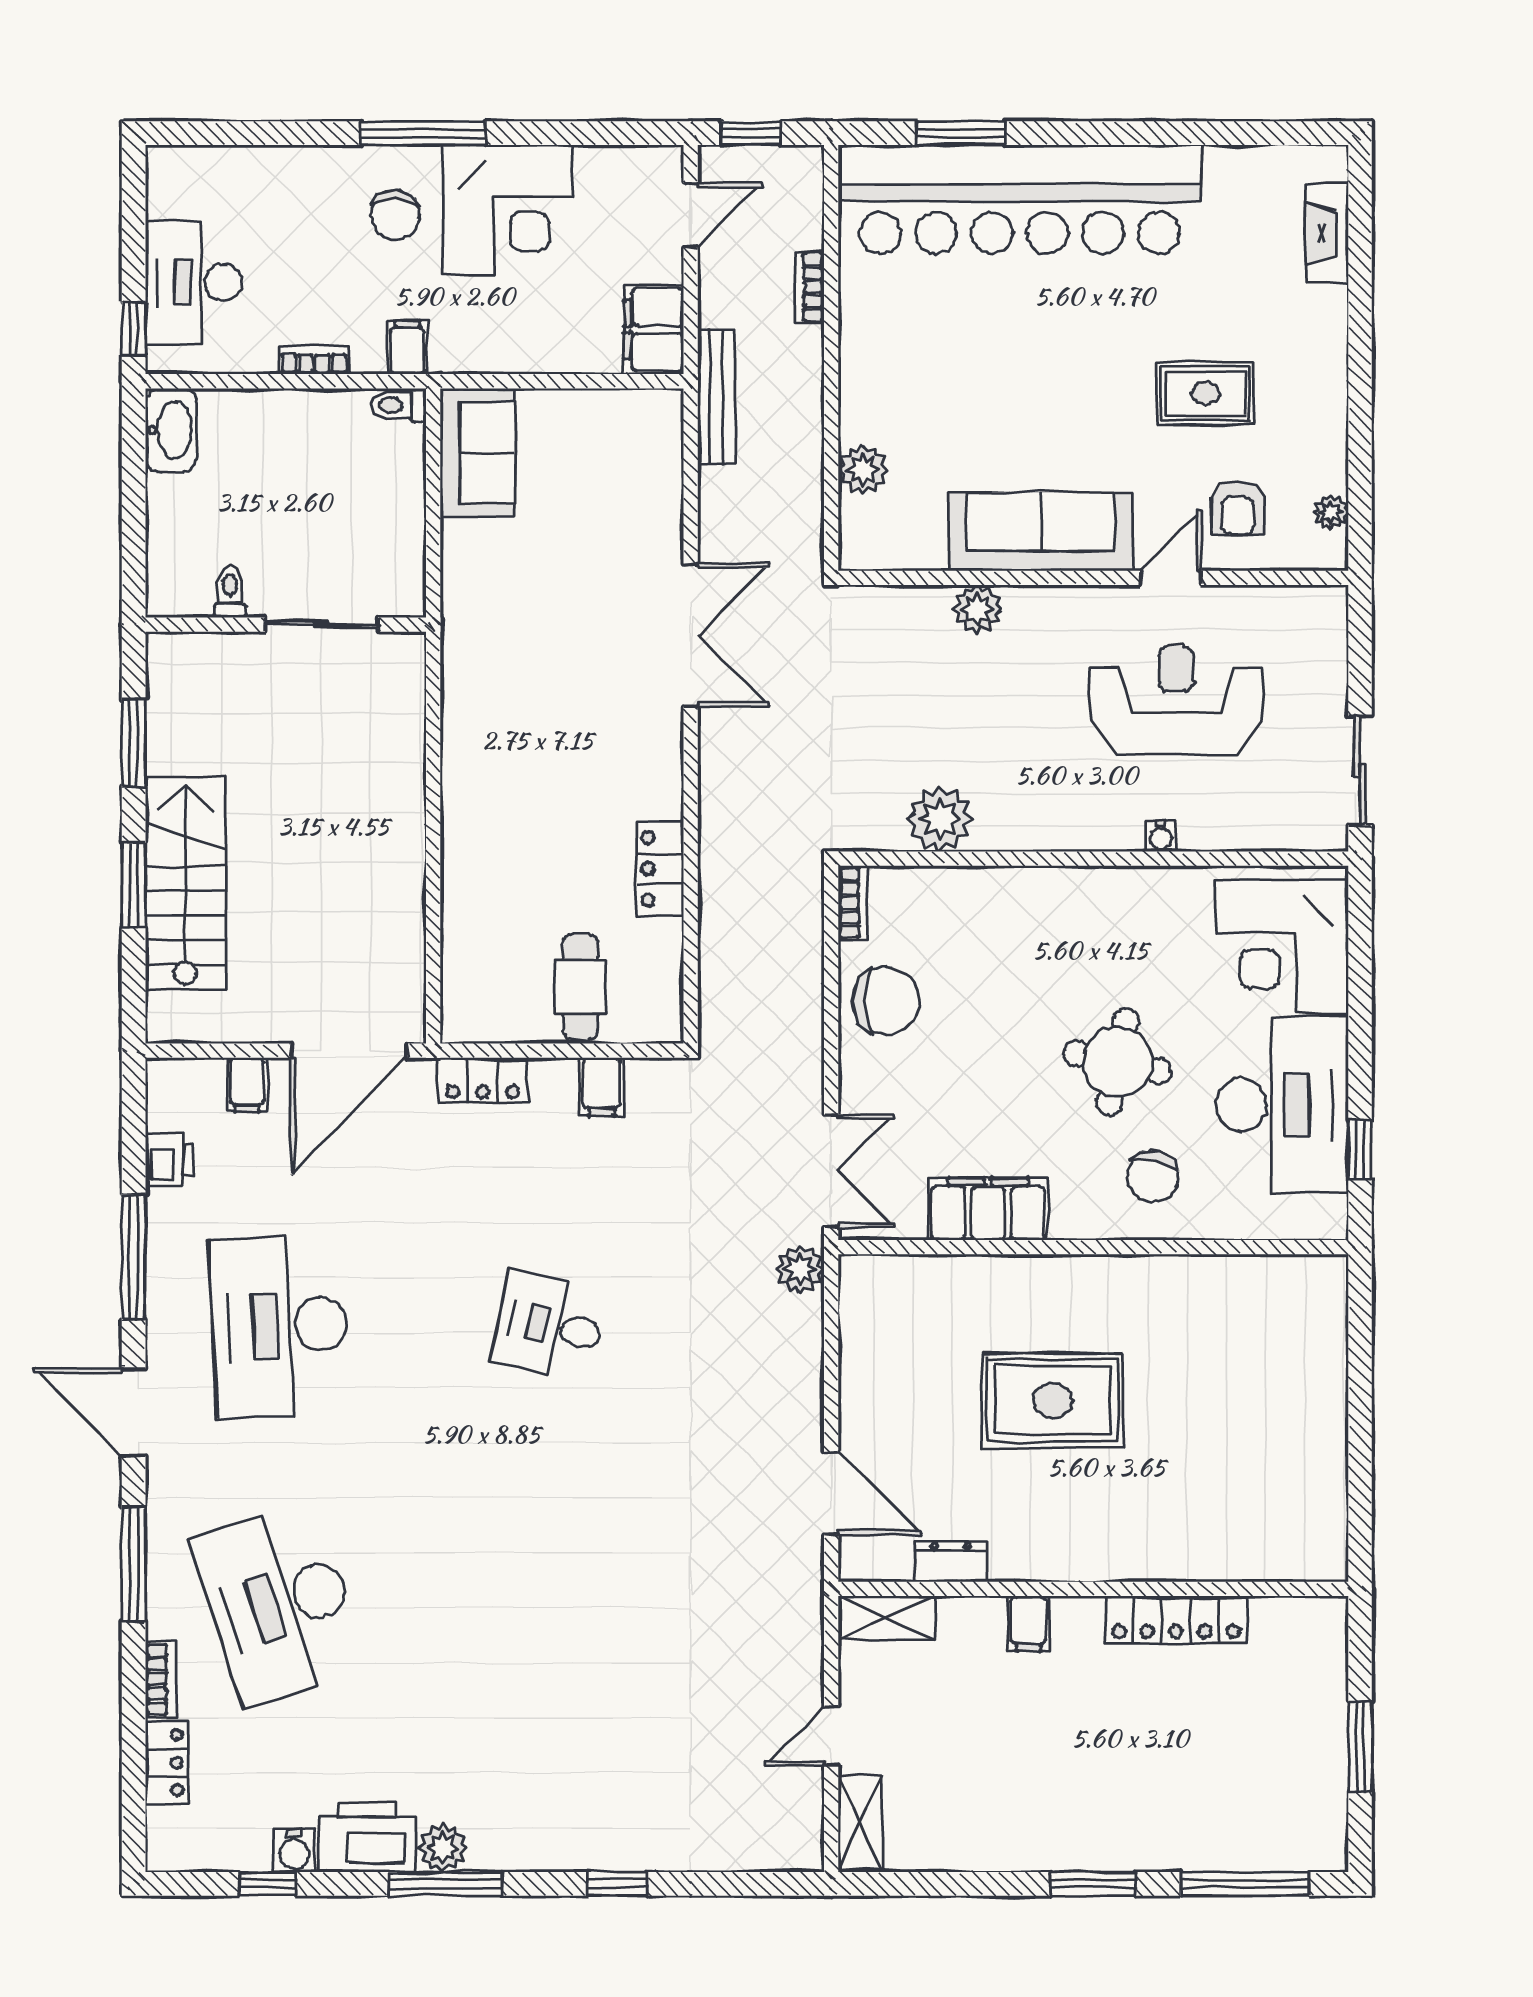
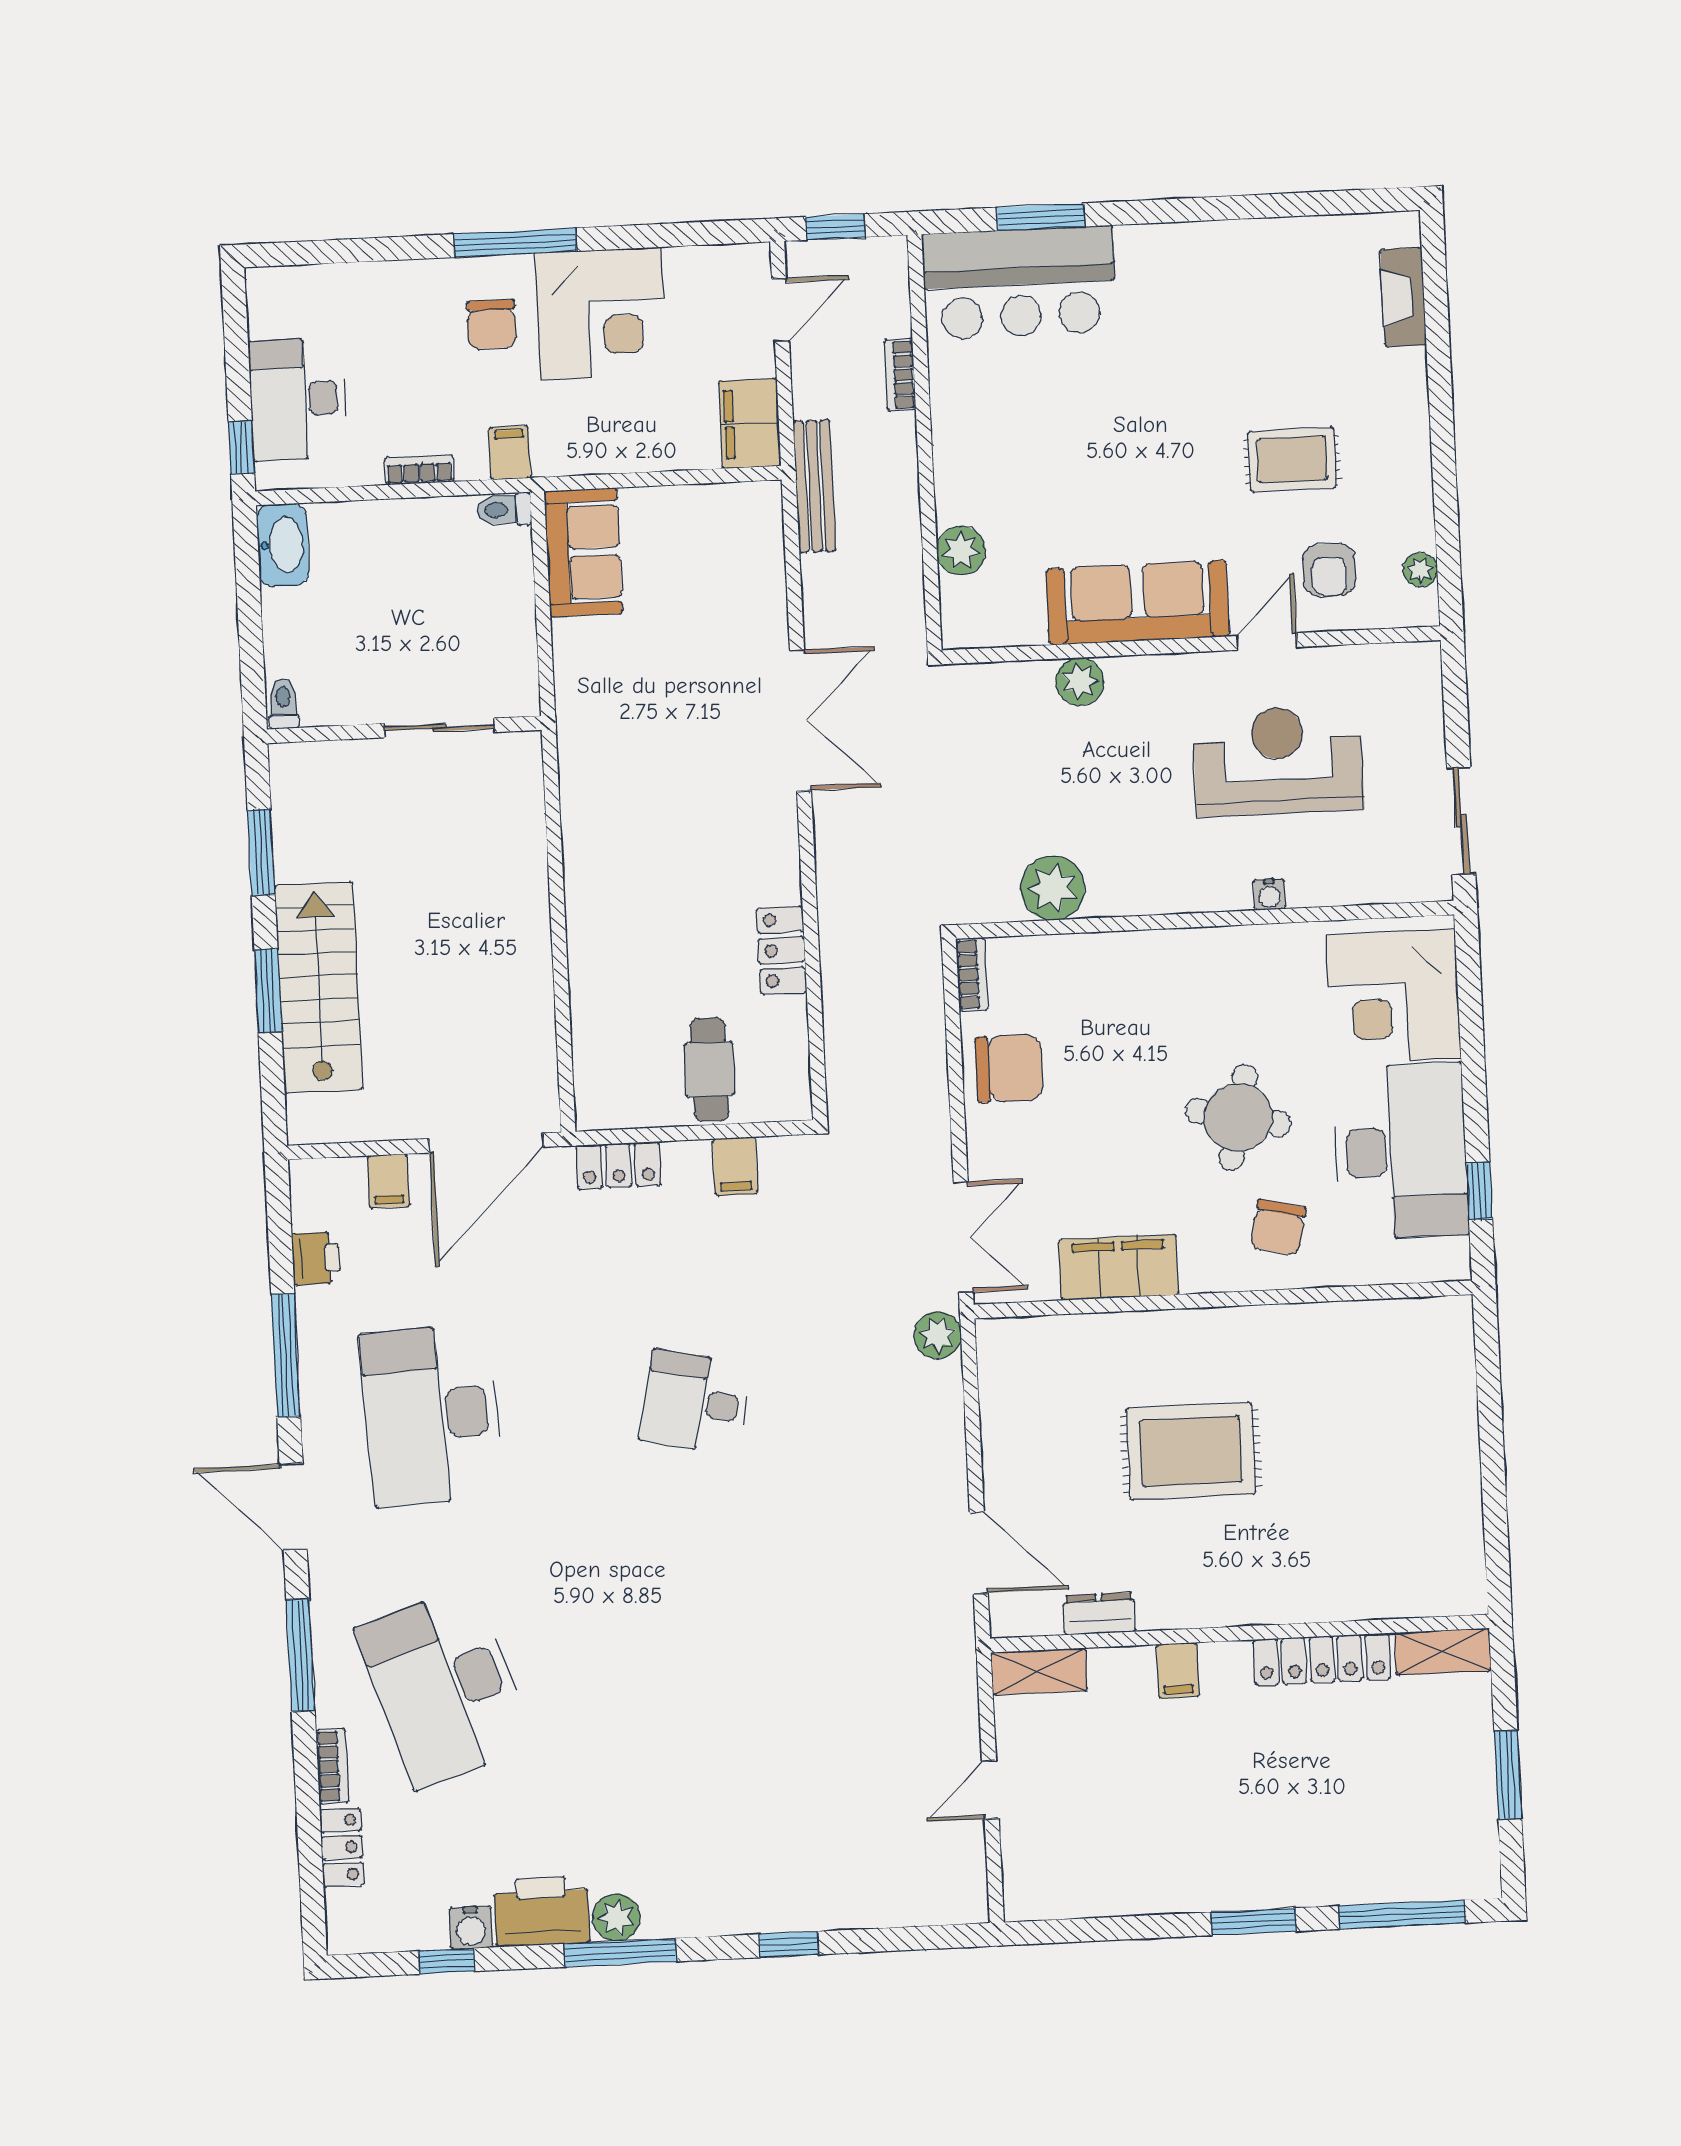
bar counter: (1020, 199) -> (1019, 283), width x0.54
toilet: (230, 592) -> (283, 704), moved
shelving: (860, 1824) -> (1443, 1652), moved, turned 90

